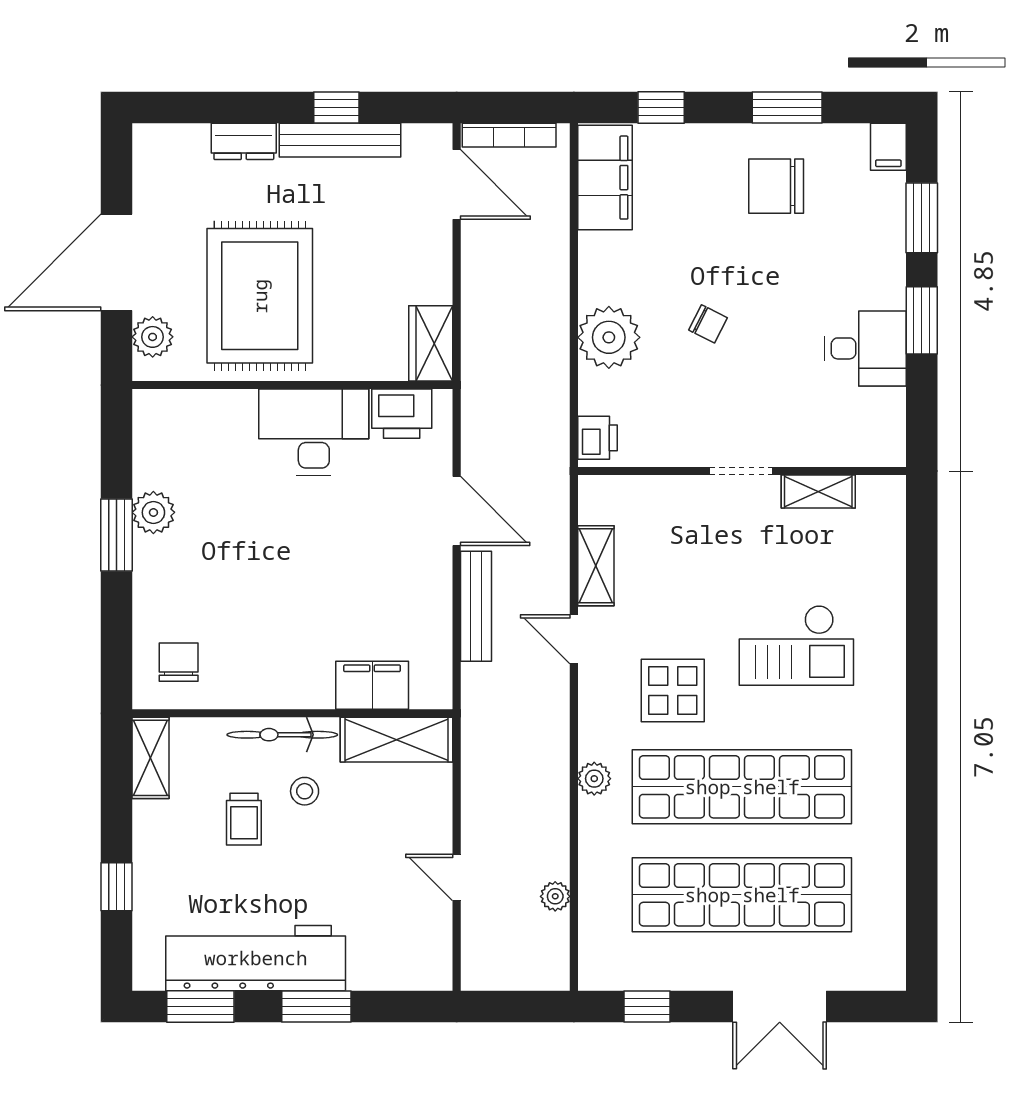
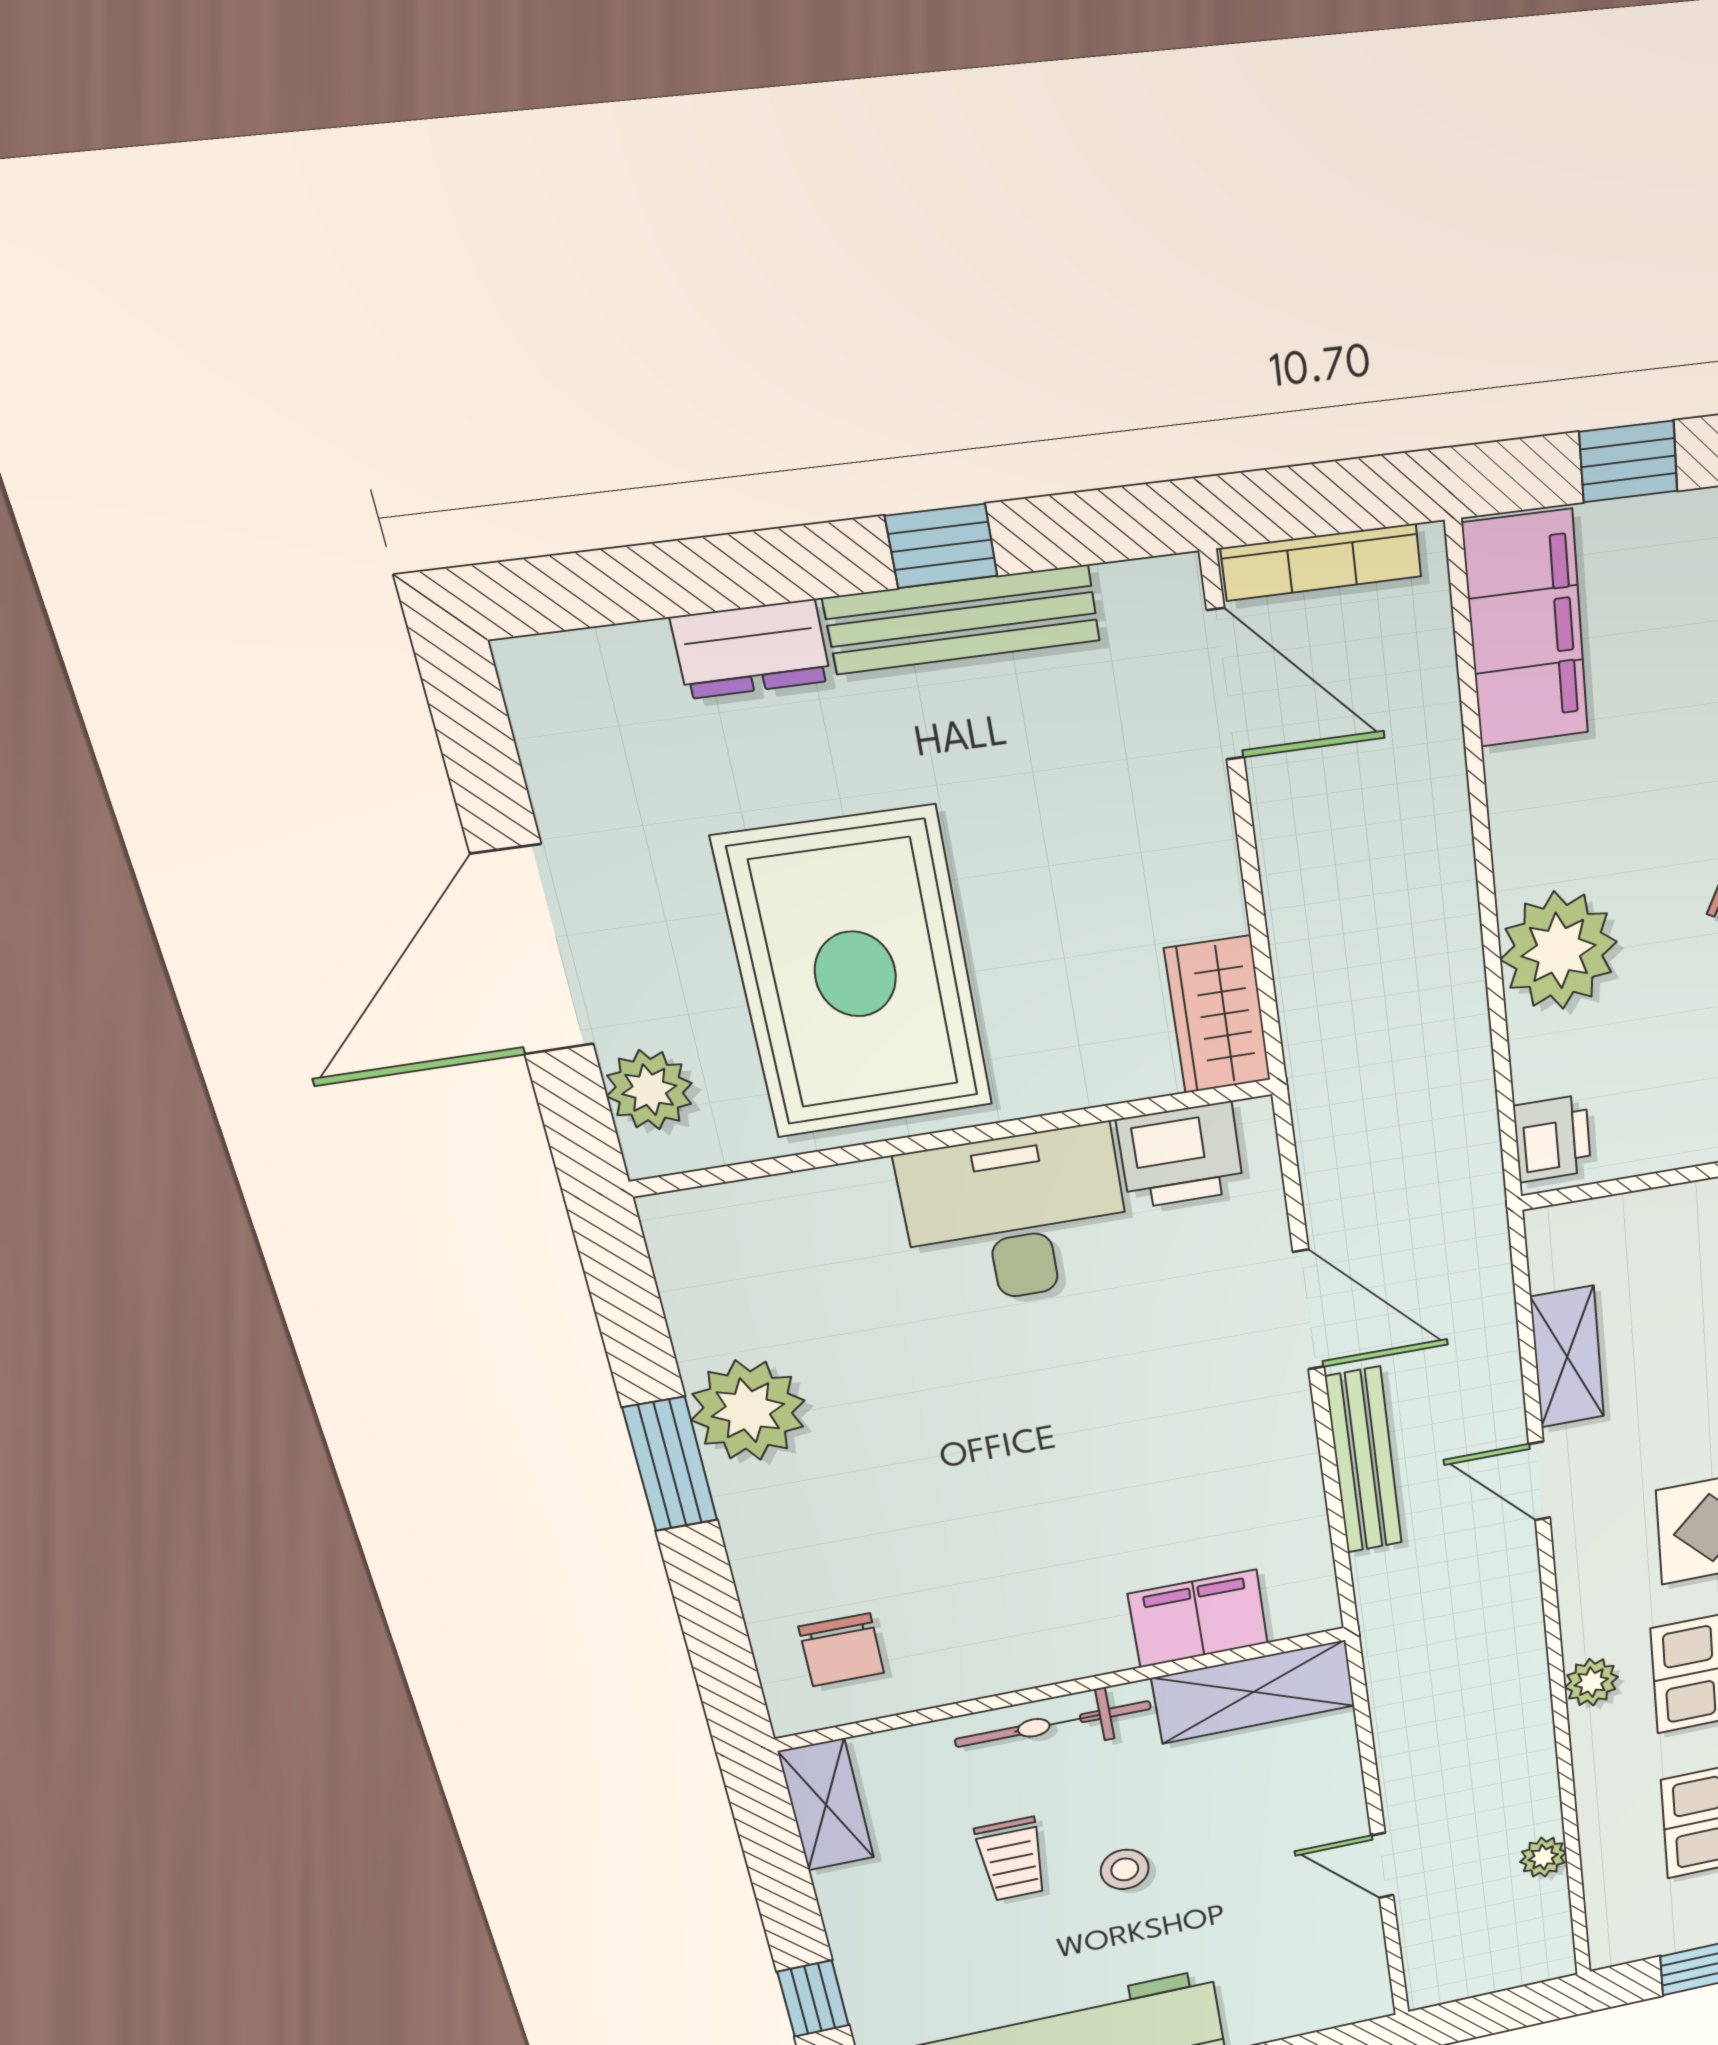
plant: (153, 512) -> (748, 1410), width x1.36, depth x1.36
chair: (179, 662) -> (841, 1650), turned 180
stool: (305, 791) -> (1125, 1869), moved

